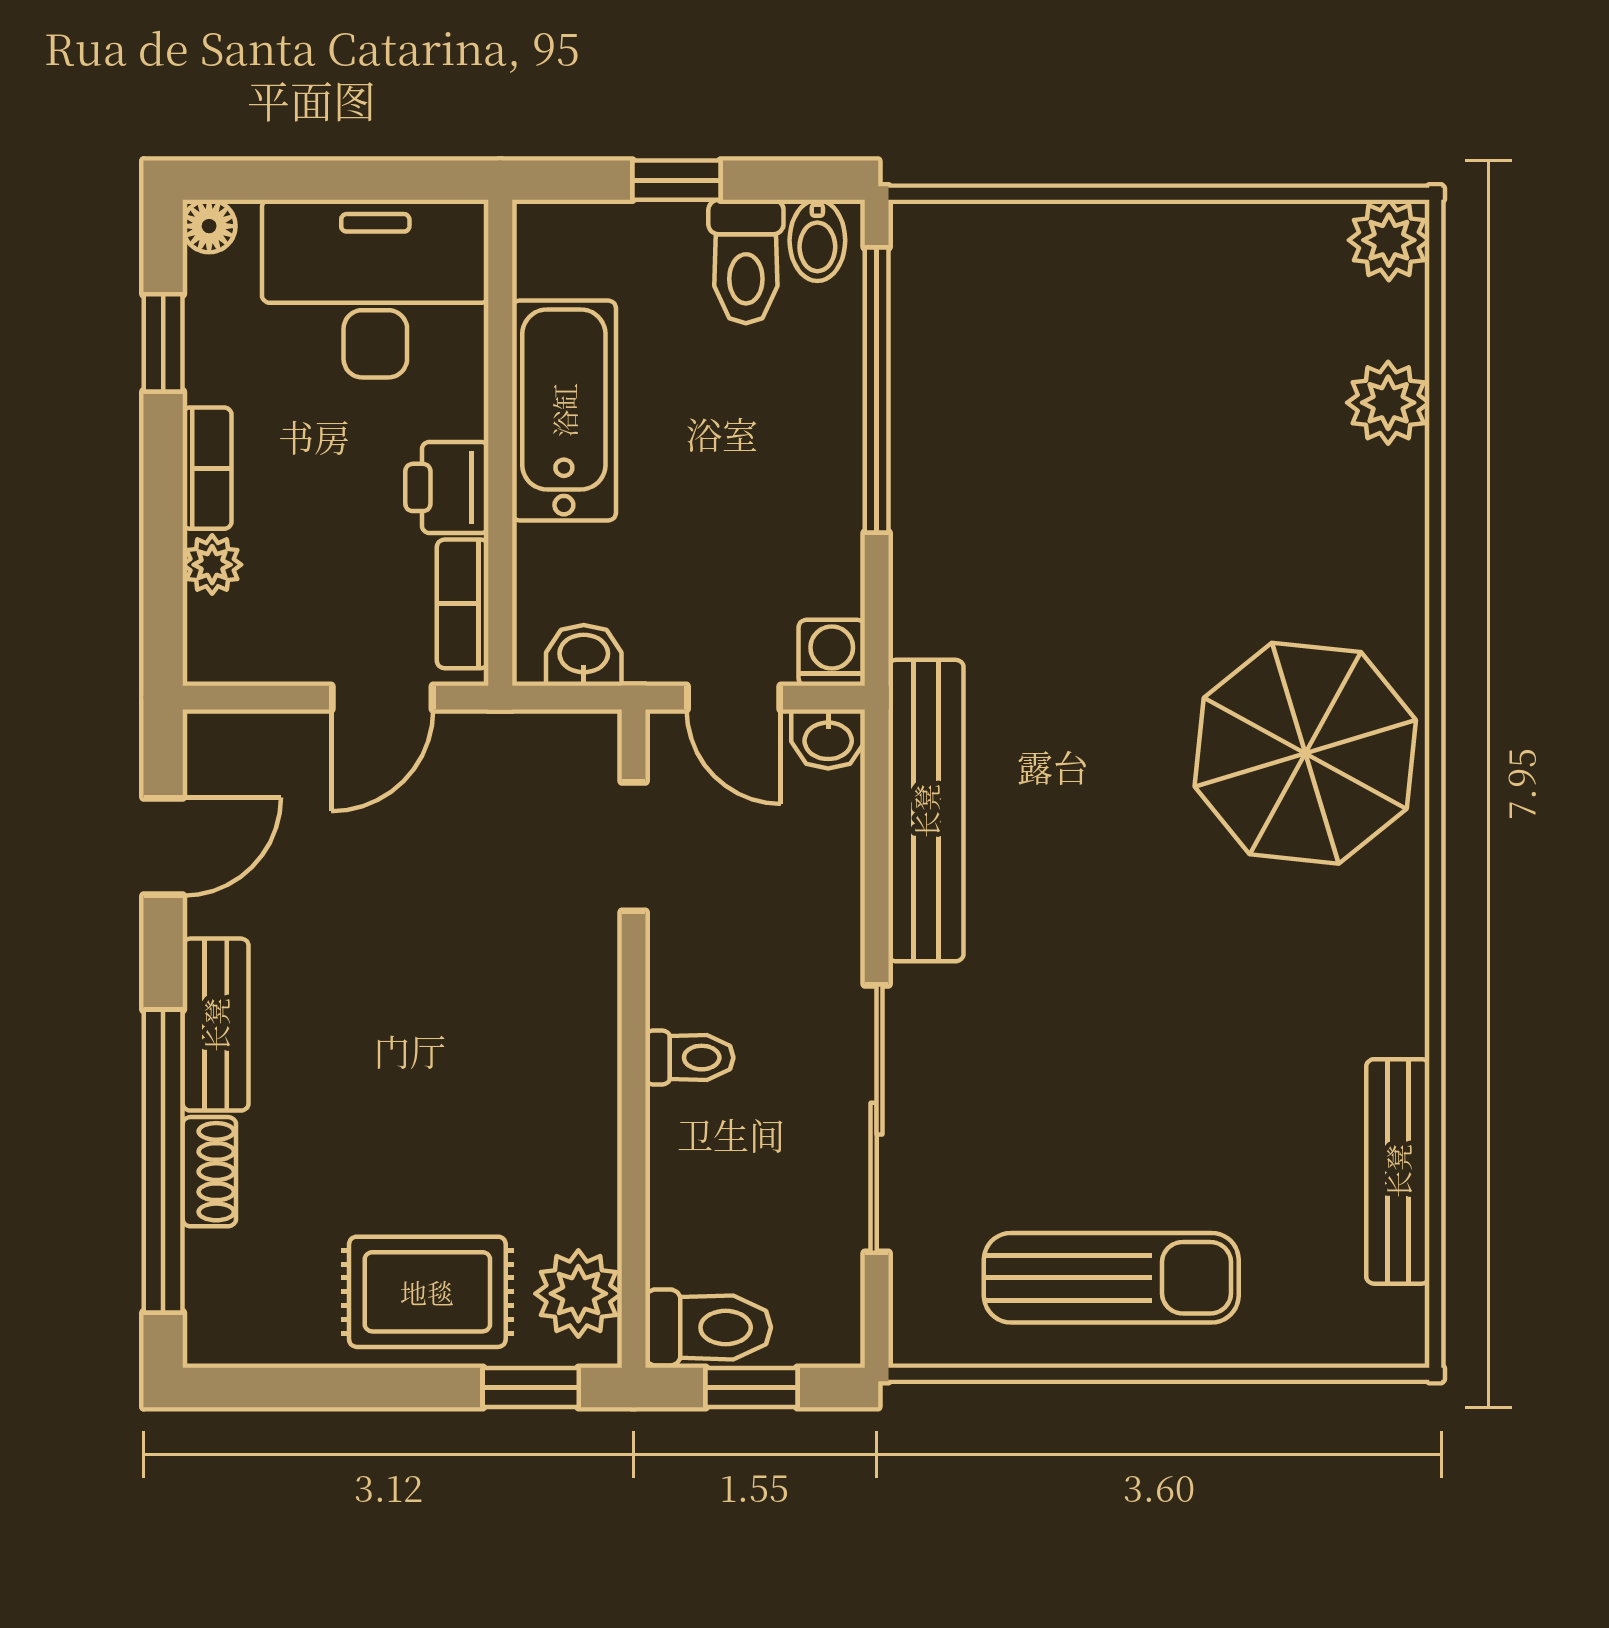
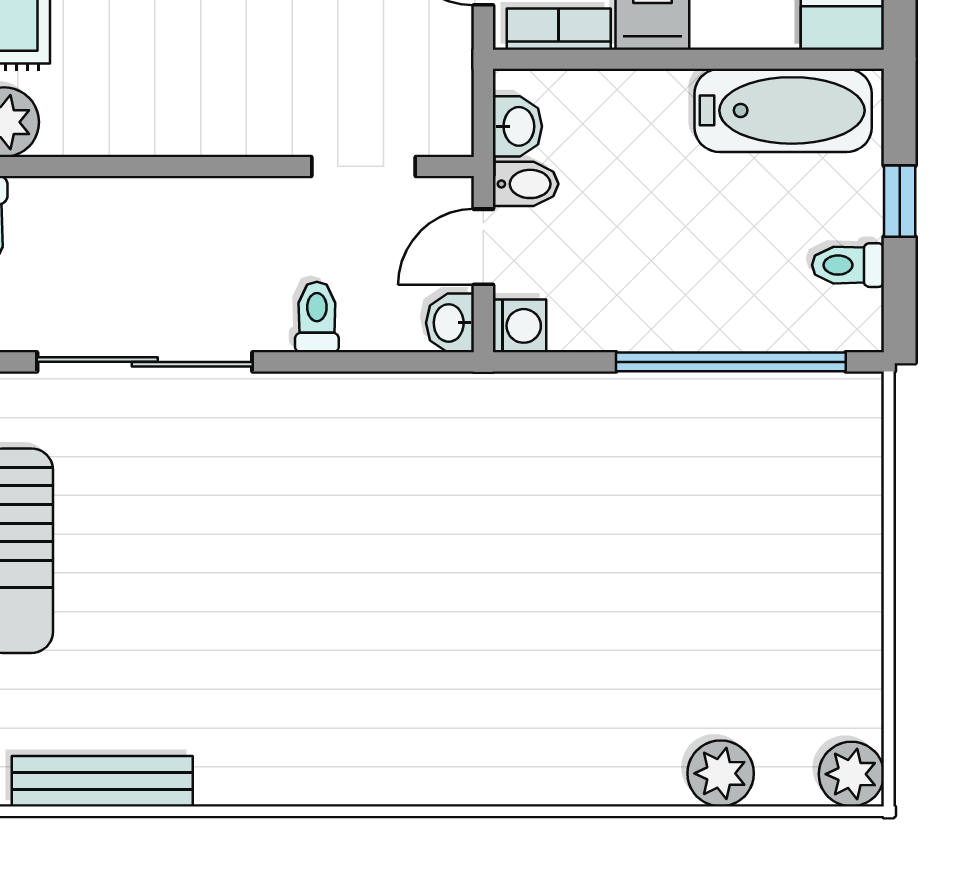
bidet: (817, 240) -> (526, 184), moved, turned 180
toilet: (746, 262) -> (848, 265), width x0.73, depth x0.72
bathtub: (564, 410) -> (783, 110), moved
parasol: (1305, 753) -> (439, 707), removed
bench: (926, 811) -> (393, 402), removed
toilet: (689, 1058) -> (317, 317), moved, turned 180

